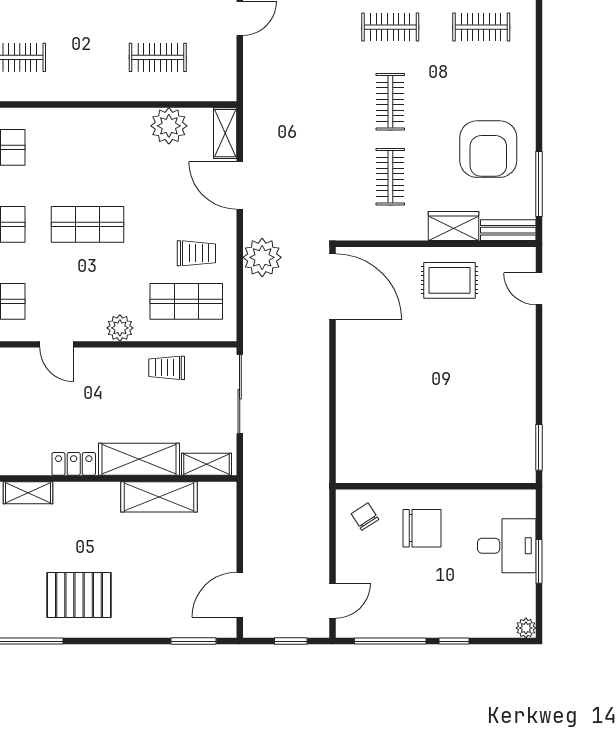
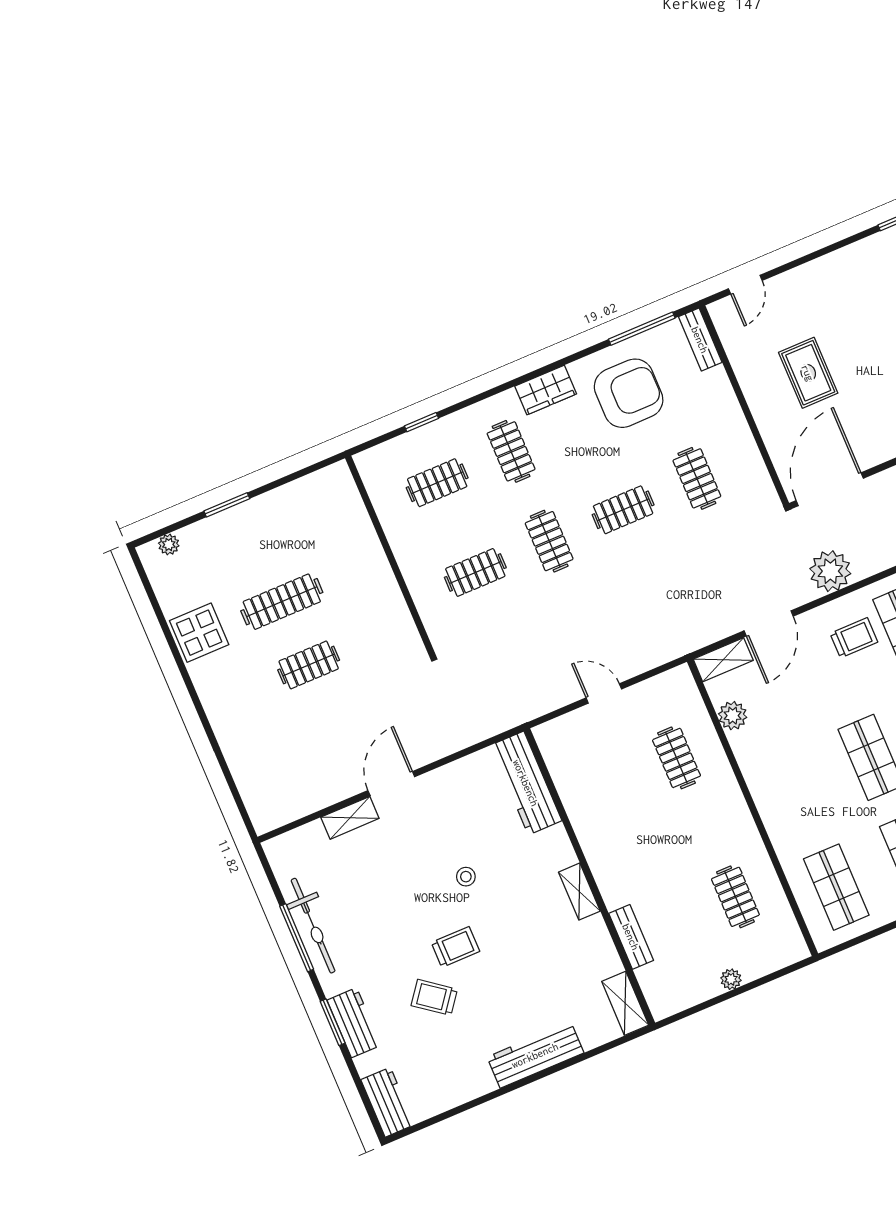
plant: (169, 126) -> (733, 716), width x0.73, depth x0.73
clothes rail: (390, 177) -> (697, 478), turned 90
wardrobe: (453, 226) -> (546, 390), moved, turned -90
trolley: (196, 253) -> (854, 638), turned 90
rug: (450, 280) -> (808, 373), moved

